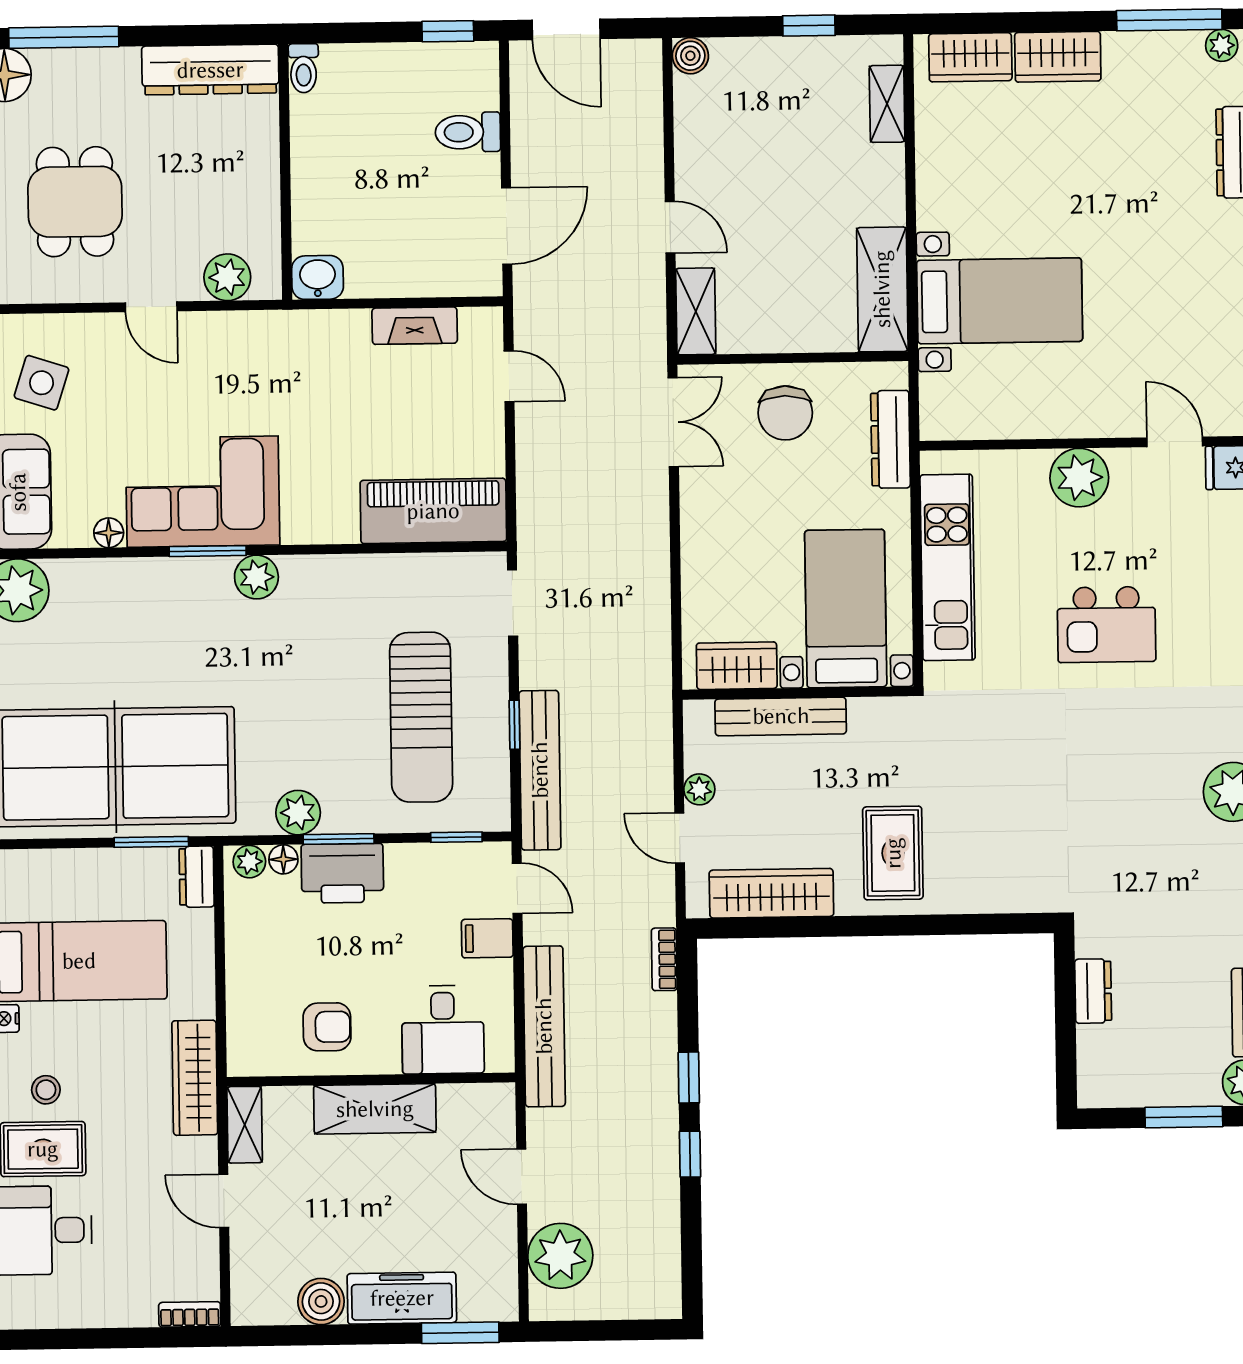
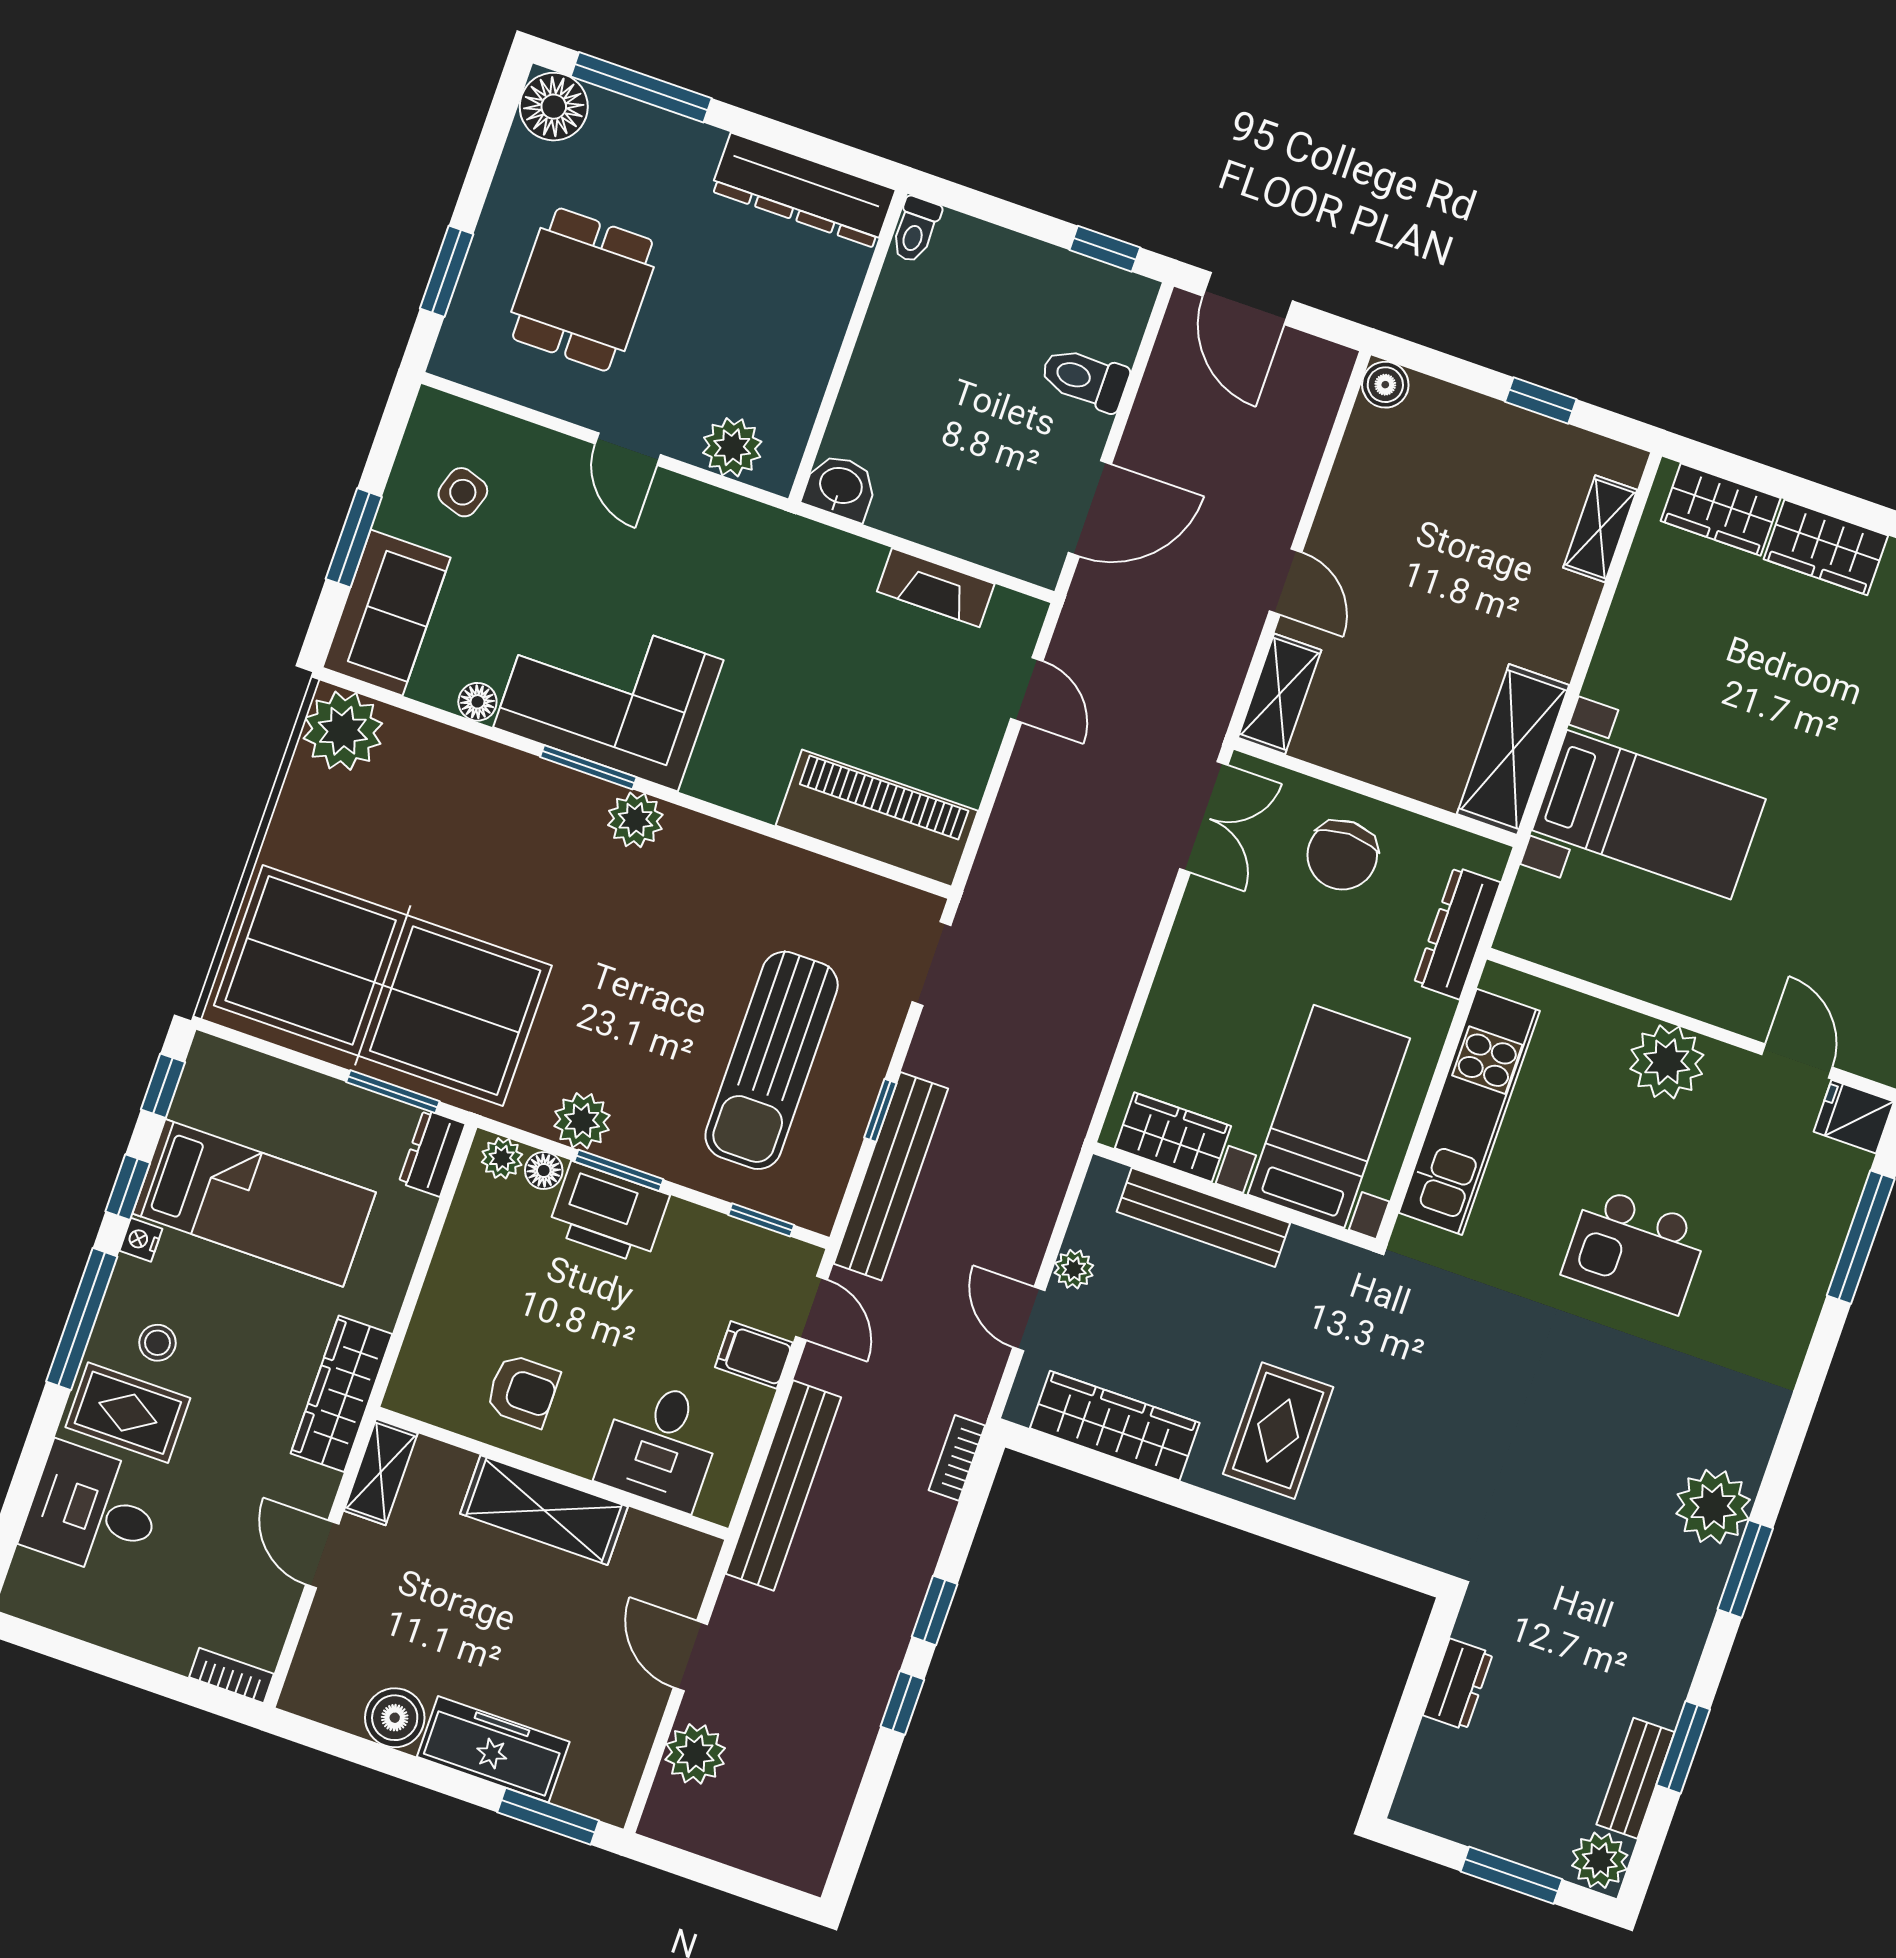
side table: (42, 383) -> (463, 492), width x0.73, depth x0.73
plant: (560, 1256) -> (695, 1754), width x0.73, depth x0.73

